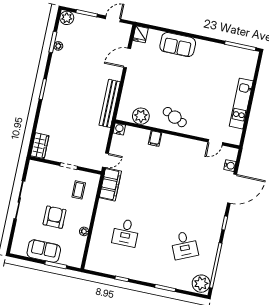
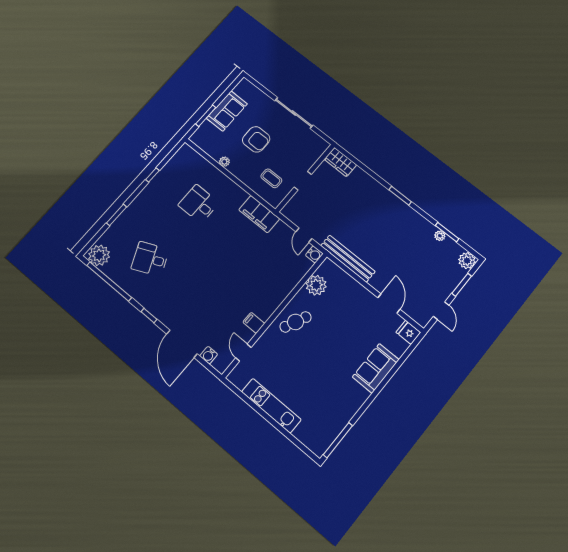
filing cabinet: (155, 138) -> (254, 323), moved
door: (105, 160) -> (304, 235), moved

